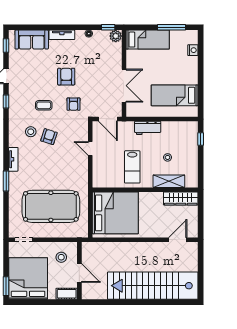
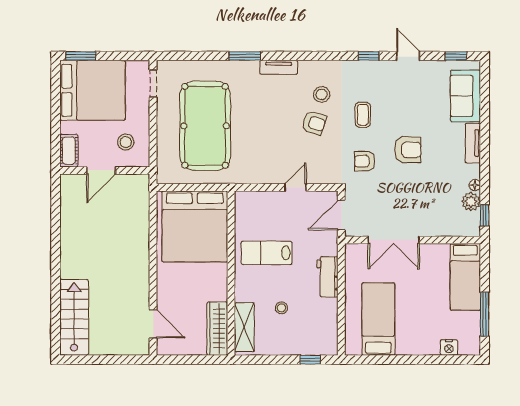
plant: (116, 36) -> (471, 202), moved
shelving: (169, 181) -> (244, 327), moved
stairs: (153, 286) -> (74, 317), width x0.54, depth x0.66

